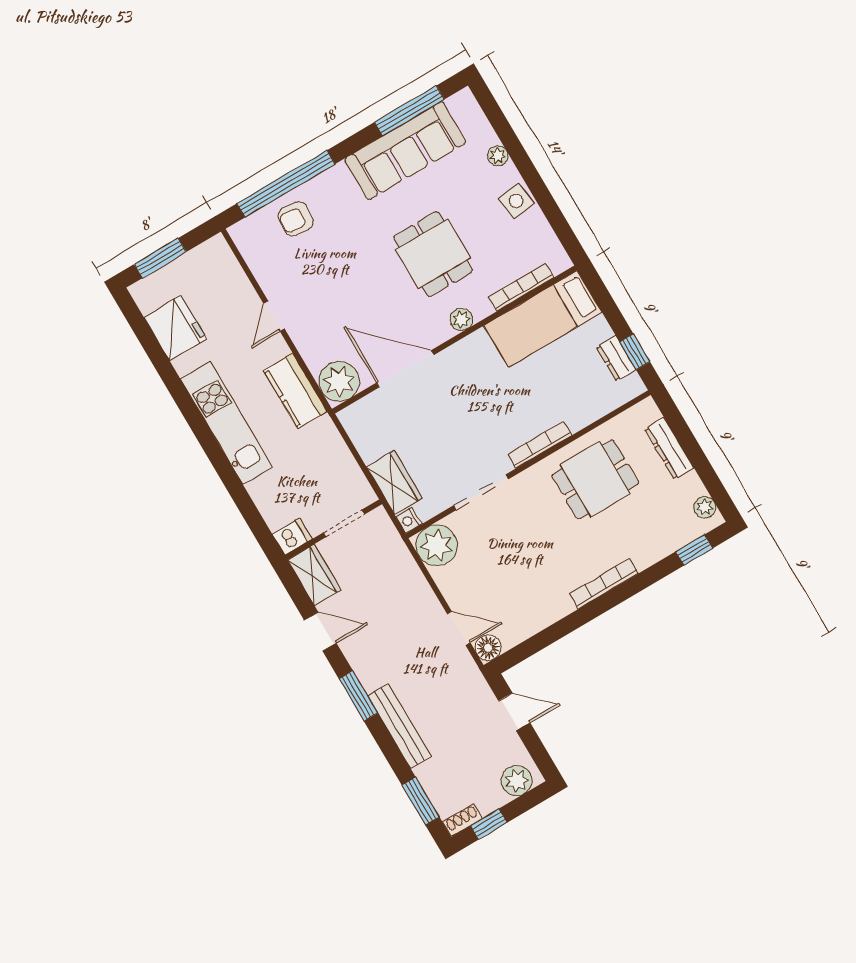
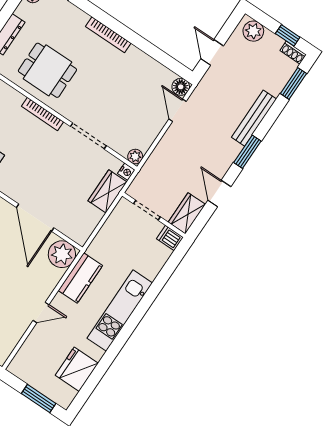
plant: (437, 545) -> (135, 157), width x0.53, depth x0.53

